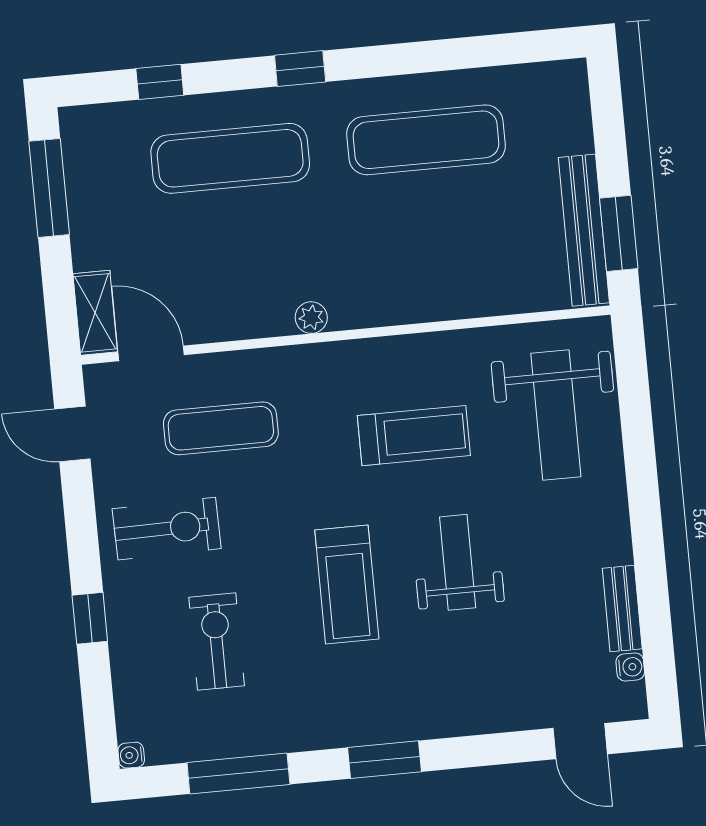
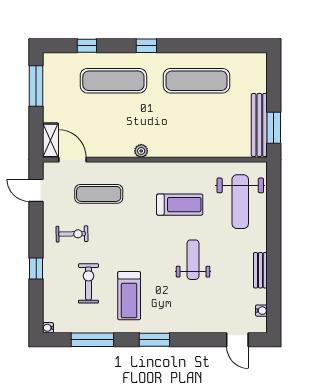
exercise bike: (167, 529) -> (72, 234), width x0.73, depth x0.72
treadmill: (347, 585) -> (129, 296), moved
bench: (622, 609) -> (260, 270), moved

